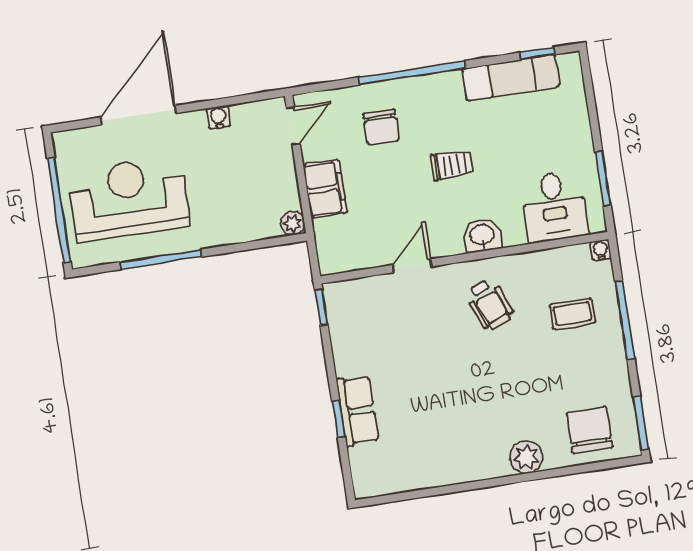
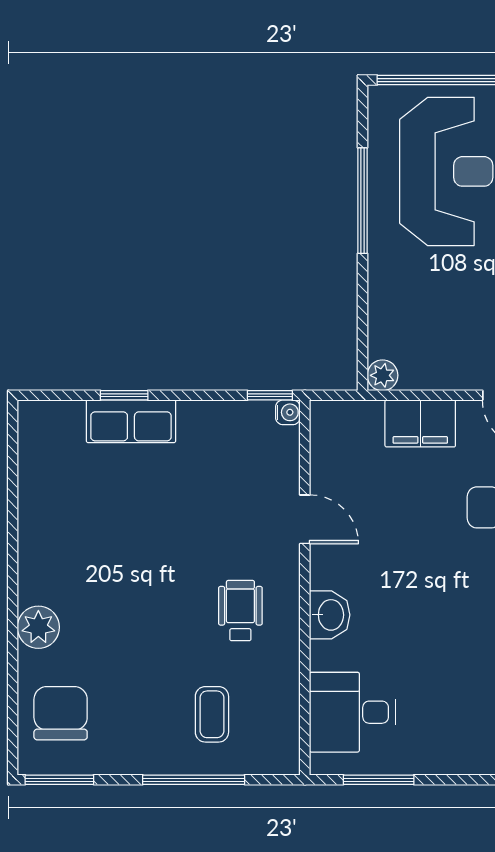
trolley: (452, 165) -> (426, 590), removed
water cooler: (601, 250) -> (288, 412), moved
wheelchair: (490, 304) -> (240, 611), turned 112
chair: (589, 430) -> (61, 713), turned -90

